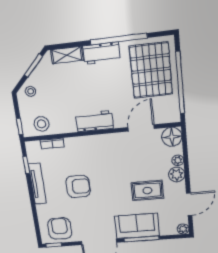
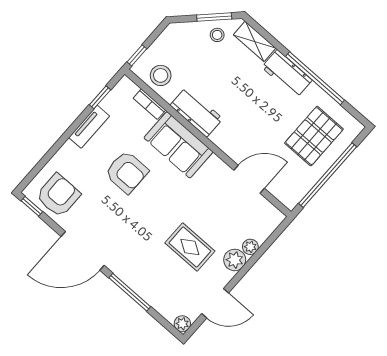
pallet: (151, 70) -> (314, 136), width x0.73, depth x0.71
stool: (31, 91) -> (217, 35), moved
workbench: (95, 121) -> (196, 112), moved
floor lamp: (172, 137) -> (268, 218), removed
tv unit: (37, 184) -> (89, 127), width x0.71
sofa: (137, 226) -> (178, 145), moved, turned 180

